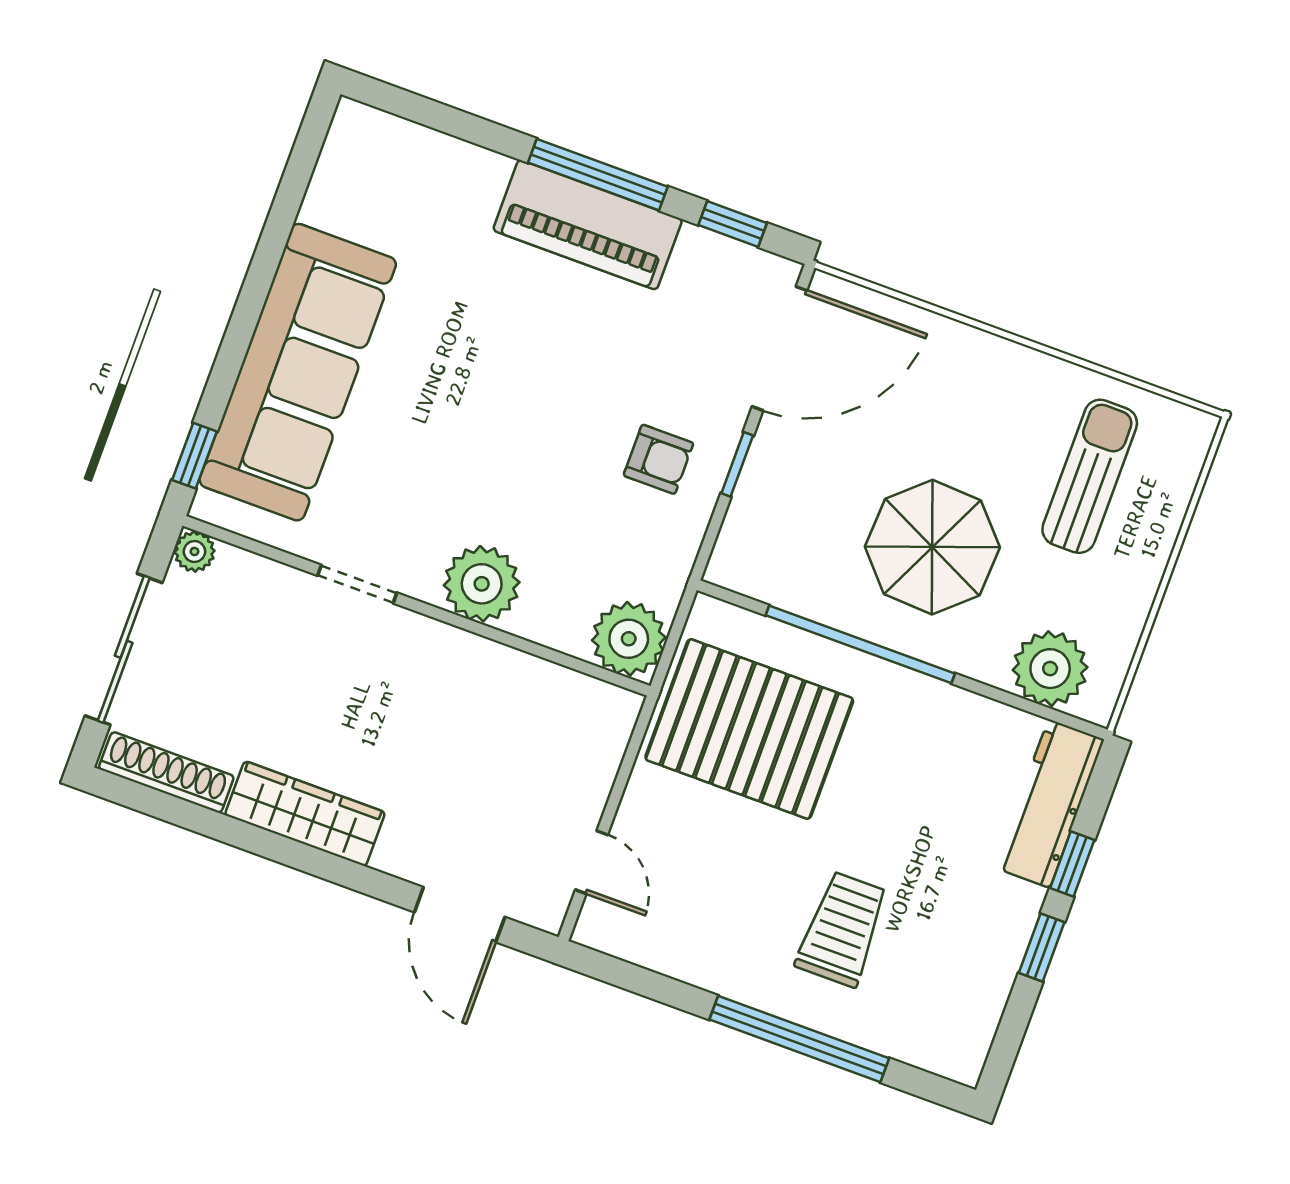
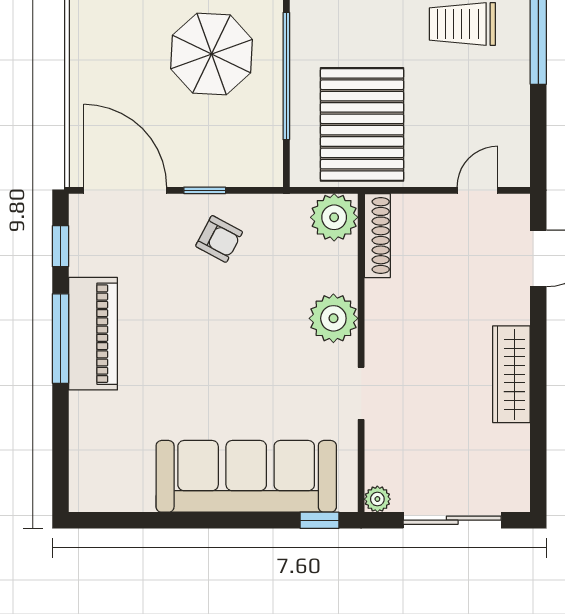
armchair: (658, 459) -> (219, 239), turned 118
shoe rack: (166, 772) -> (377, 236), moved, turned 180

